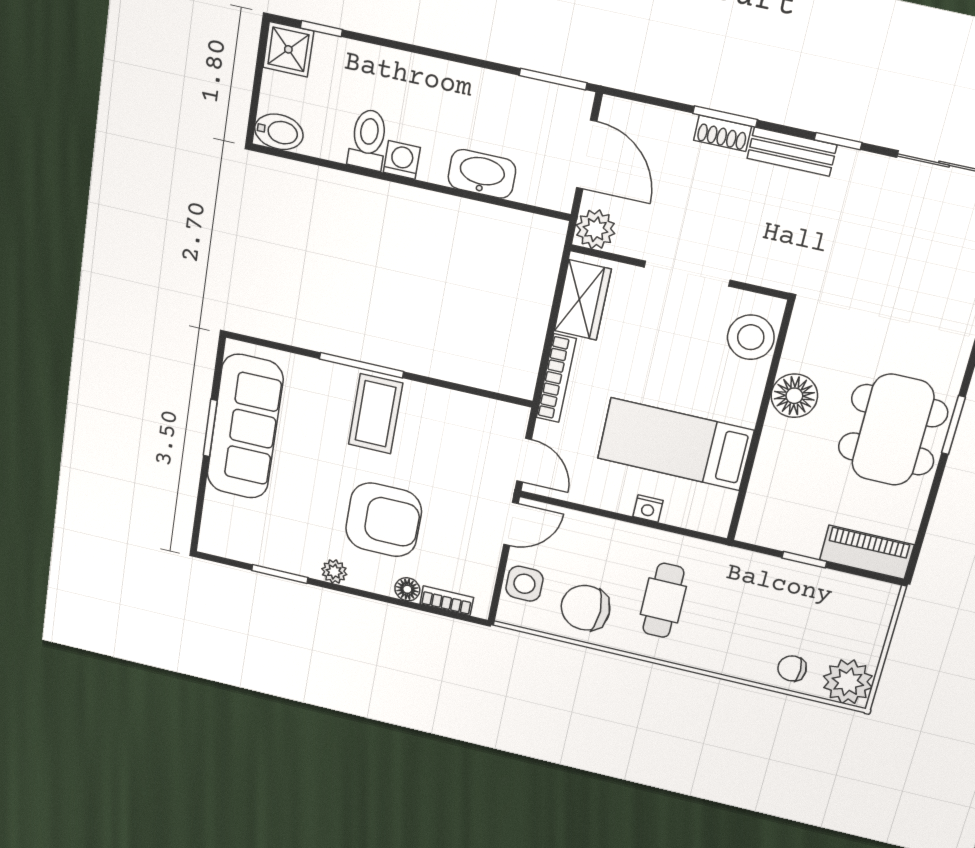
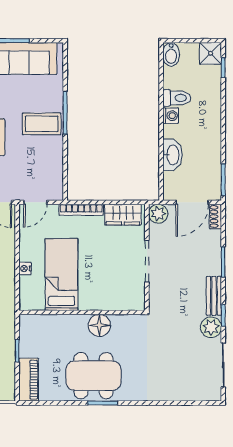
shoe rack: (722, 133) -> (215, 216), moved
plant: (857, 172) -> (211, 327), added
stool: (751, 337) -> (123, 298), removed

